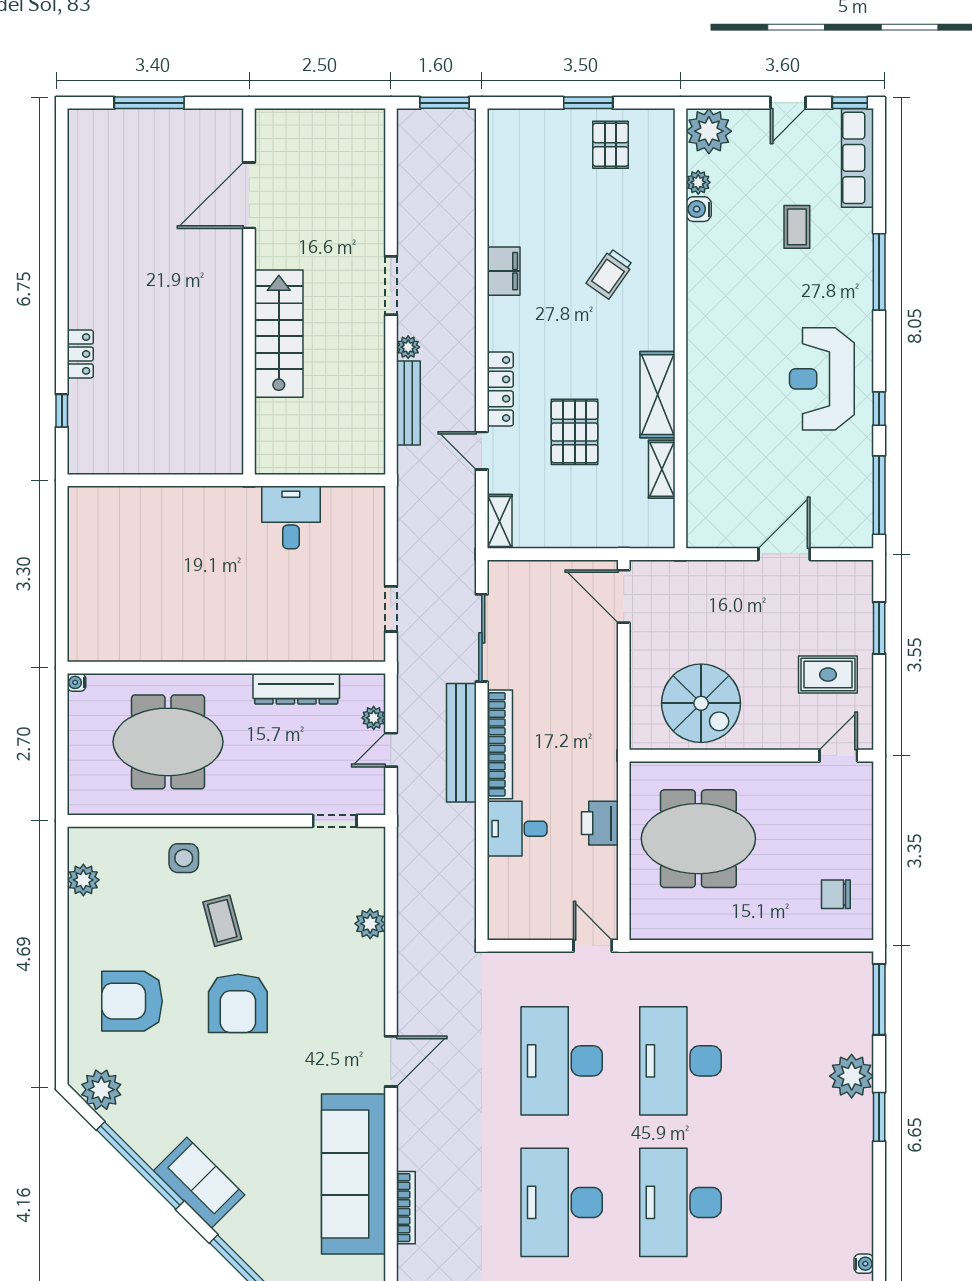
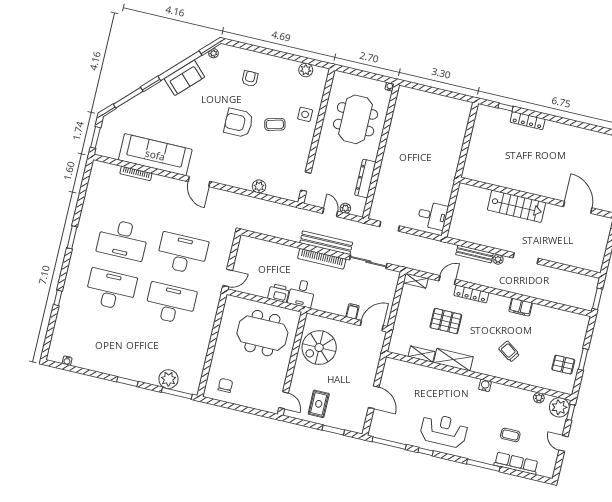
window: (850, 103) -> (571, 412), moved
row of seats: (857, 158) -> (516, 463), moved
water cooler: (699, 209) -> (485, 385), moved
locker: (80, 354) -> (528, 121), width x1.53
desk: (291, 517) -> (433, 216), moved
filing cabinet: (602, 647) -> (353, 311), added
desk: (517, 829) -> (302, 293), moved, turned 180
meeting table: (698, 839) -> (262, 333), turned 90
armchair: (132, 1001) -> (250, 79), width x0.53, depth x0.53
plant: (852, 1076) -> (168, 379), moved
plant: (101, 1090) -> (213, 53), width x0.53, depth x0.53
sofa: (199, 1183) -> (184, 78), moved
desk: (562, 1202) -> (123, 240), turned 180

